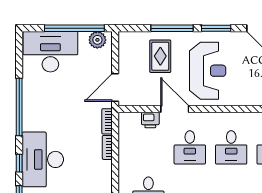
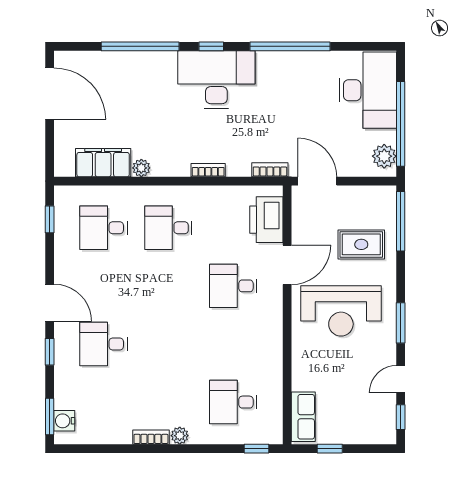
window: (172, 28) -> (401, 221), moved
printer: (150, 120) -> (266, 220), width x1.87, depth x1.48
bookcase: (107, 147) -> (208, 170), moved
desk: (231, 147) -> (233, 344), removed

